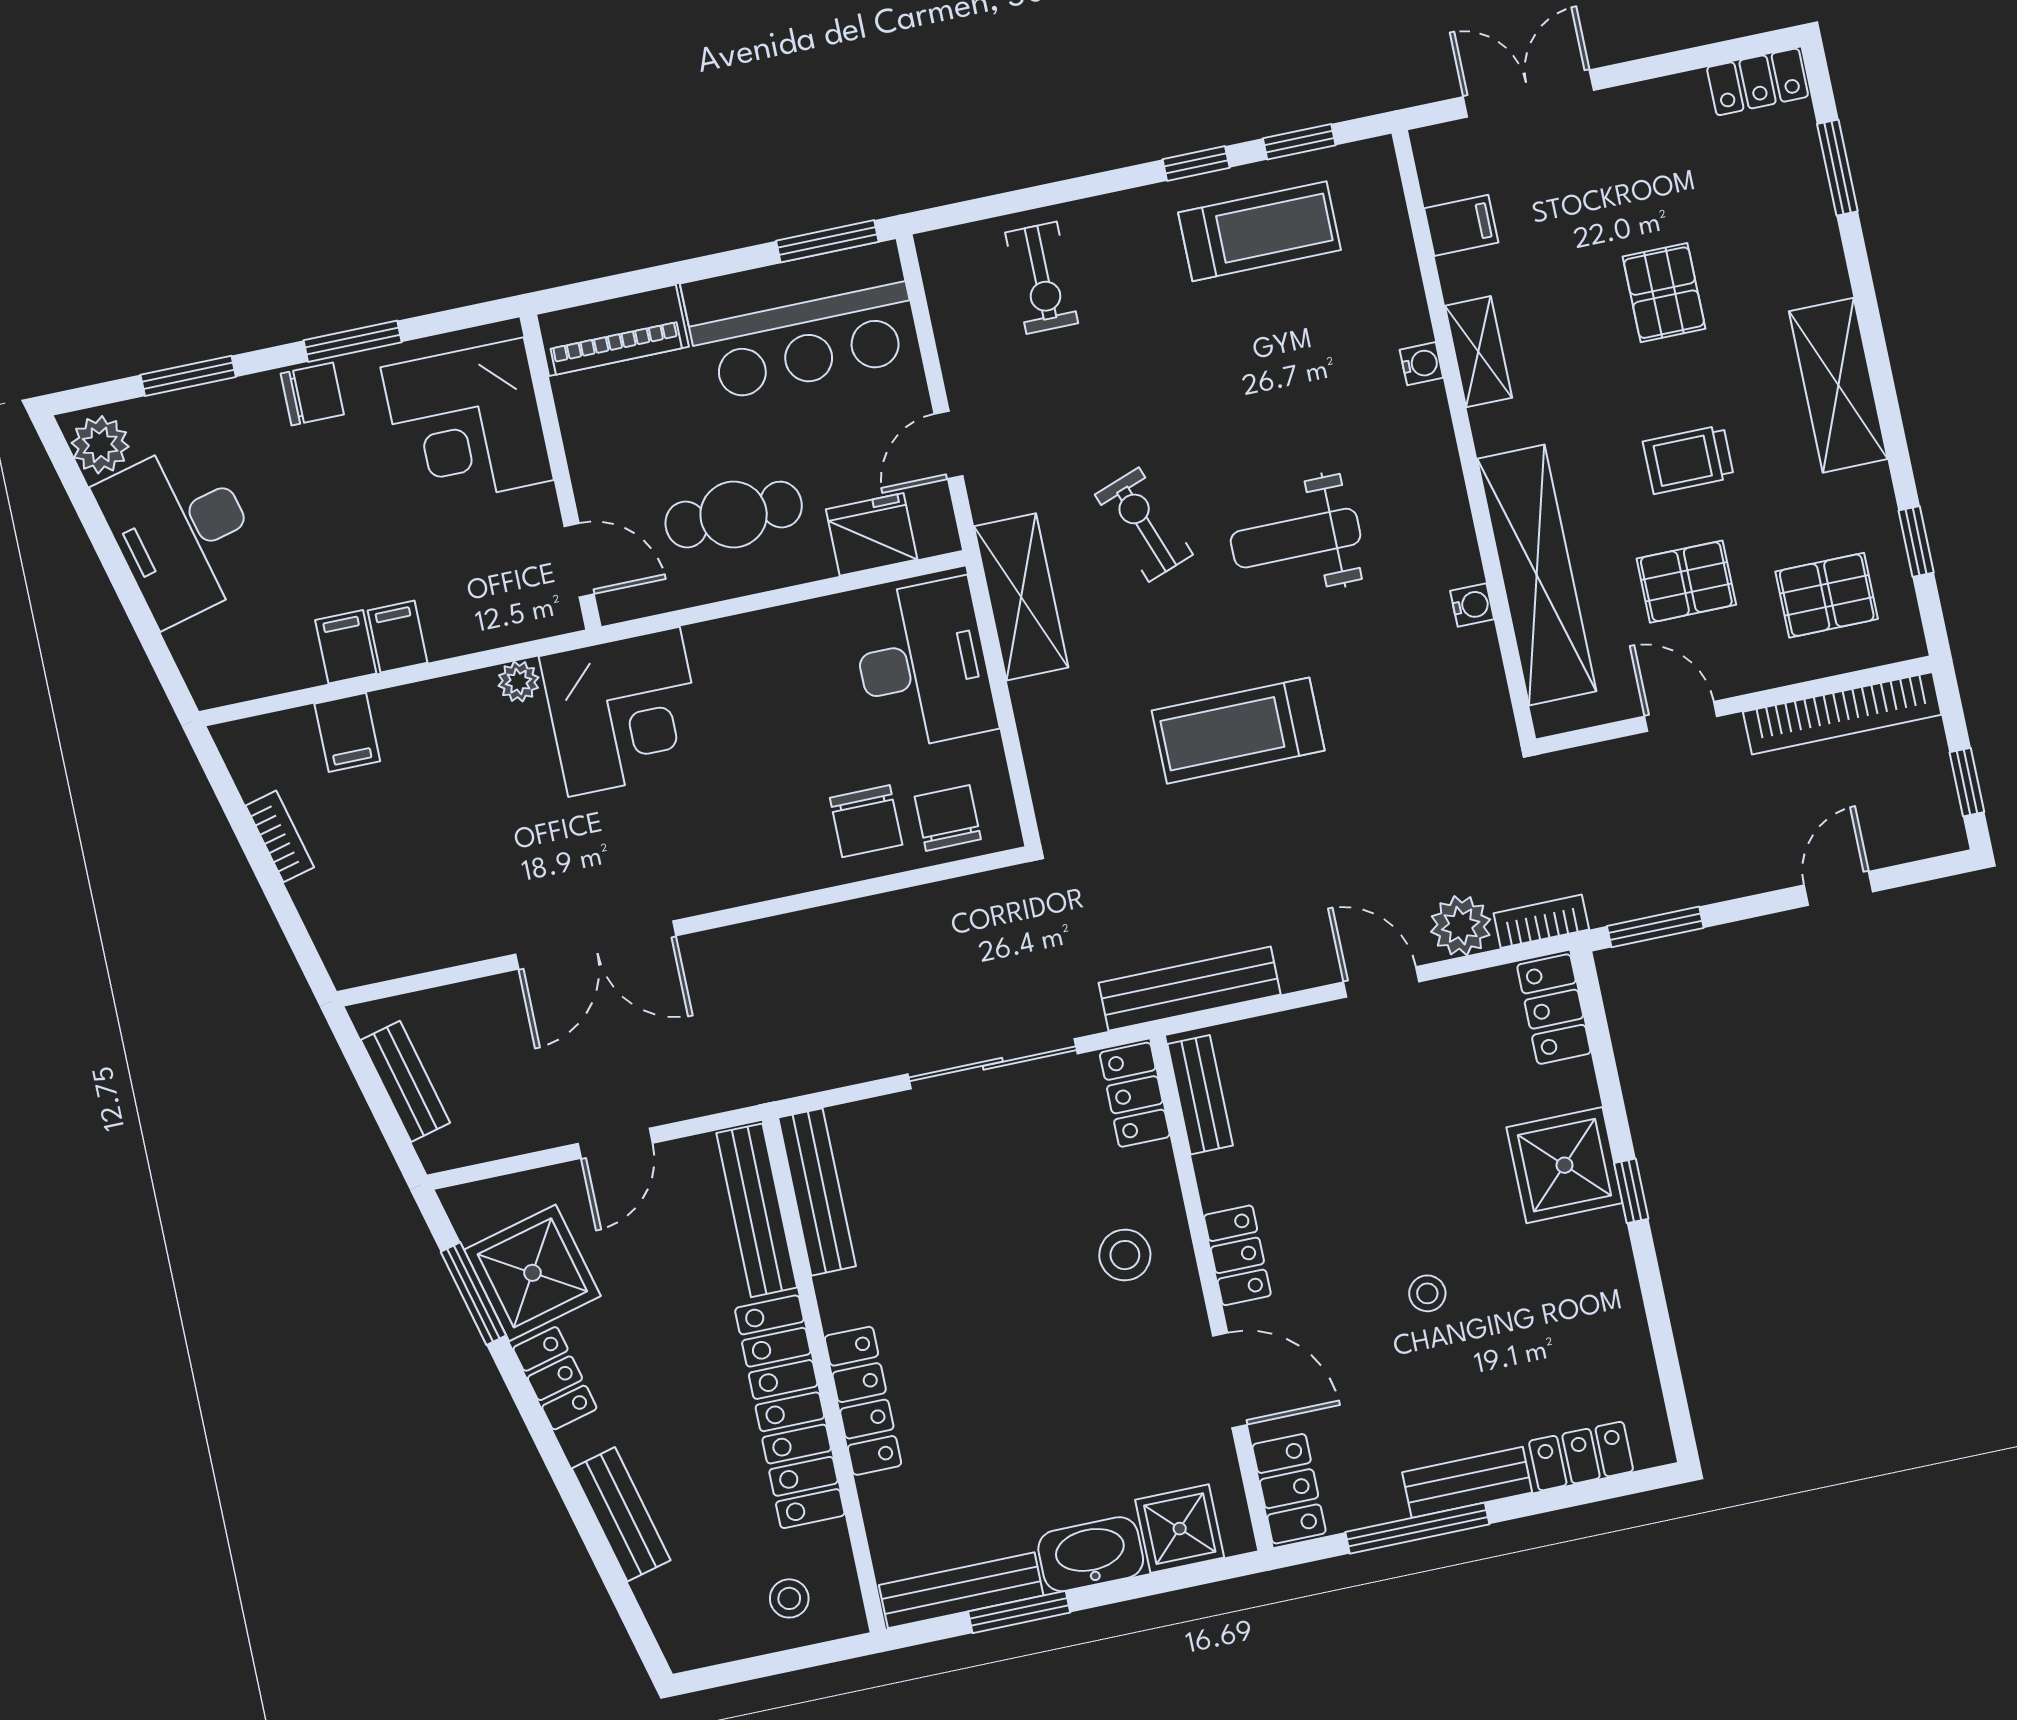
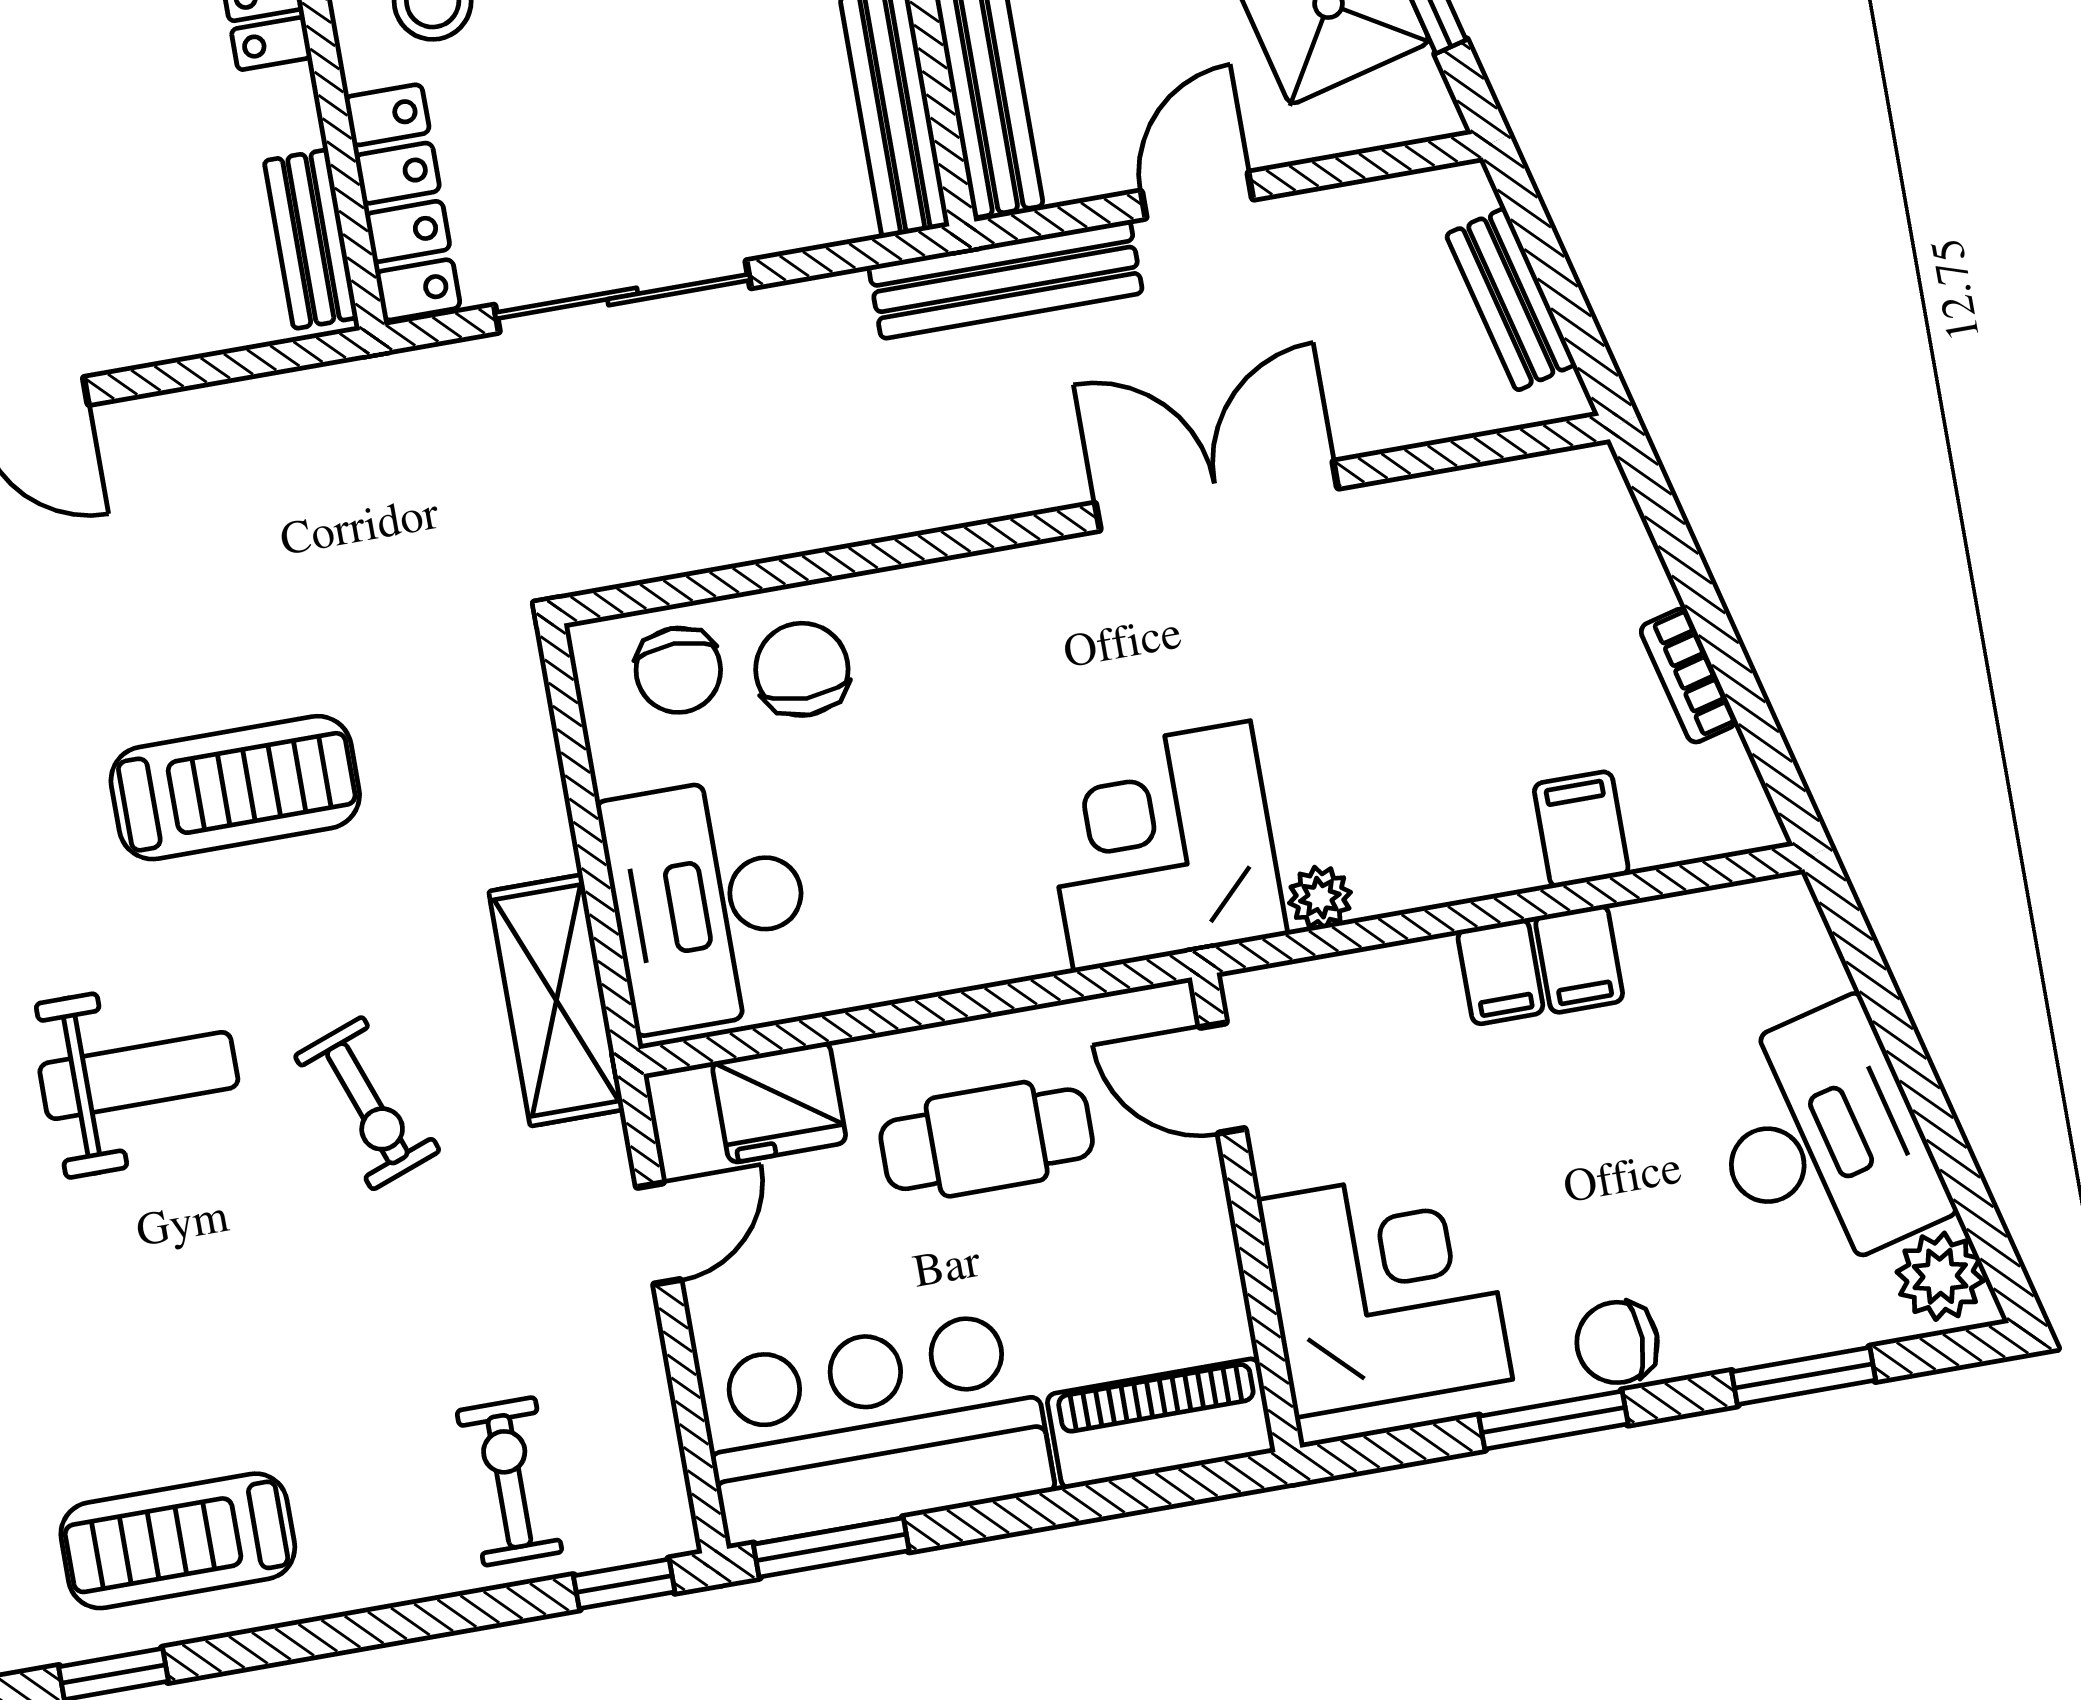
window: (1196, 163) -> (624, 1584), moved
bench: (1190, 989) -> (1006, 279), moved
locker: (1135, 1095) -> (403, 202), width x1.53

